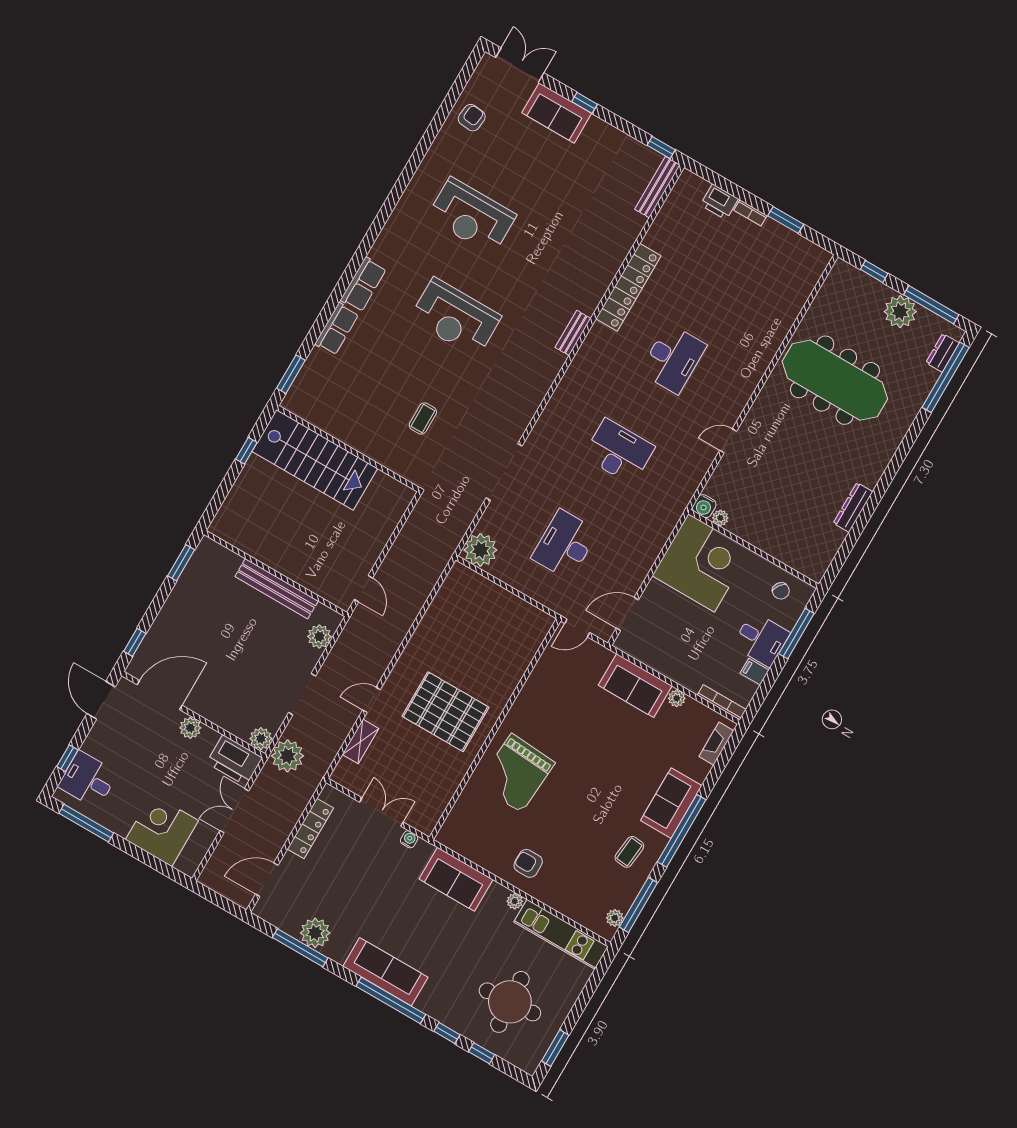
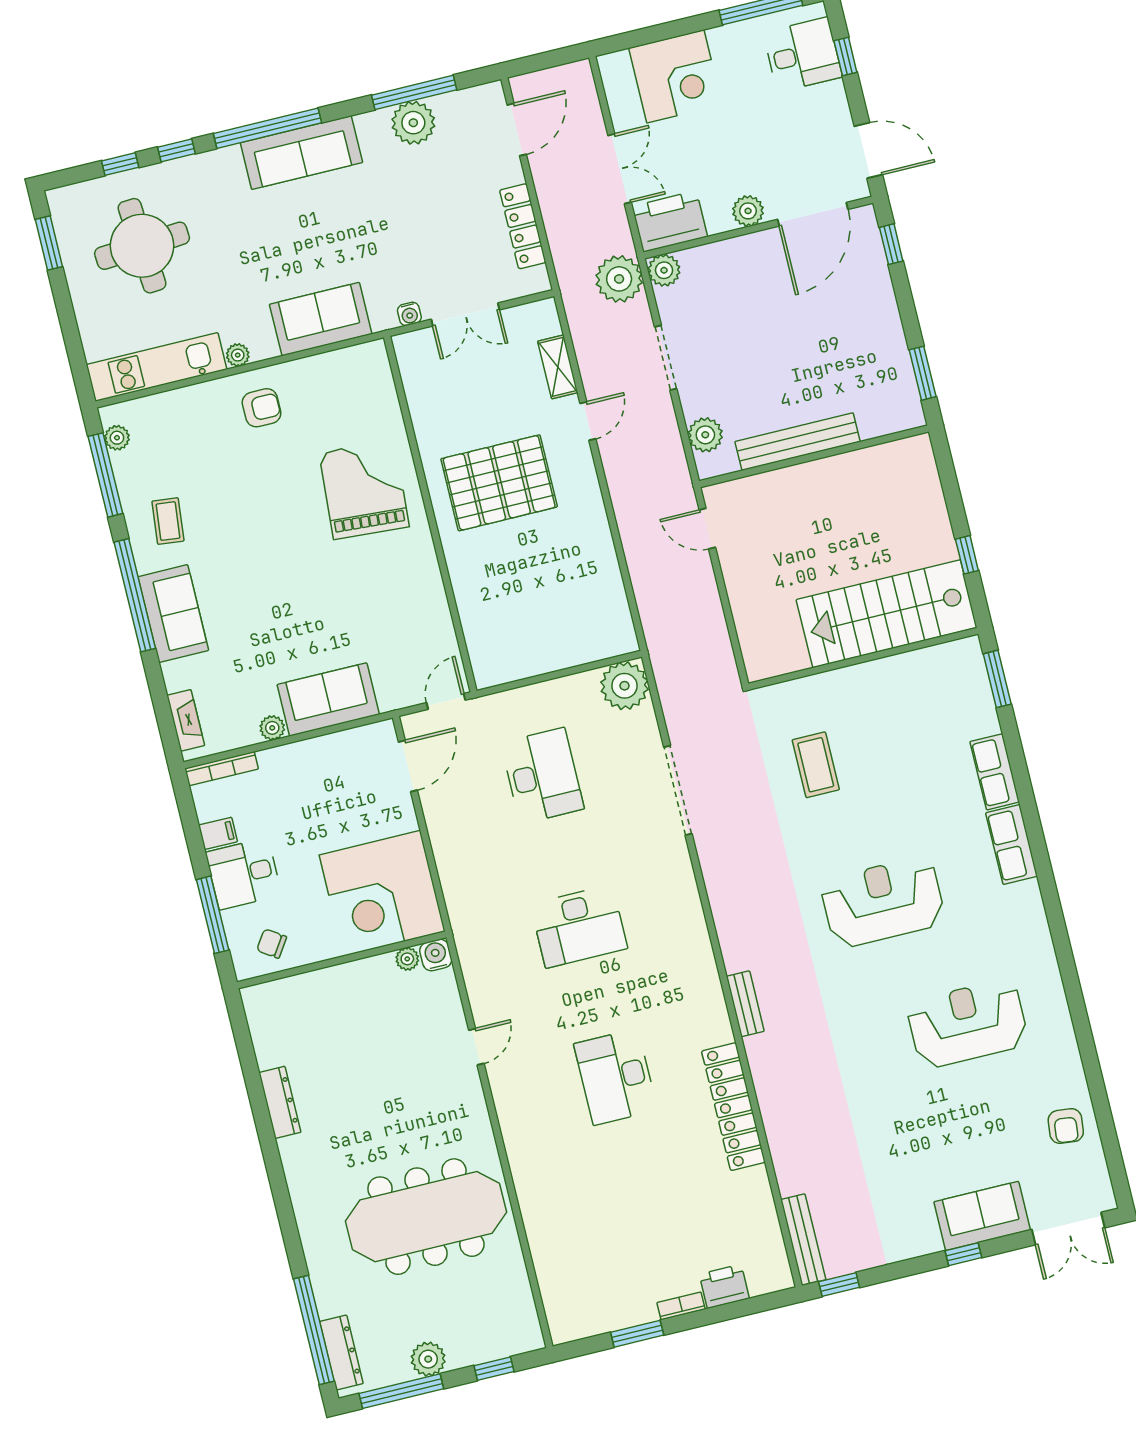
plant: (900, 312) -> (428, 1359), width x0.73, depth x0.73
dresser: (943, 353) -> (341, 1353), width x1.44
coffee table: (423, 418) -> (816, 765), width x1.36, depth x1.30

